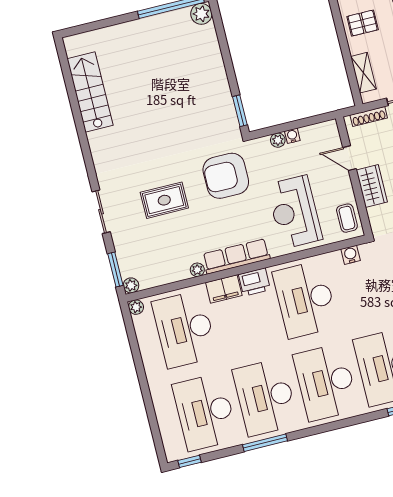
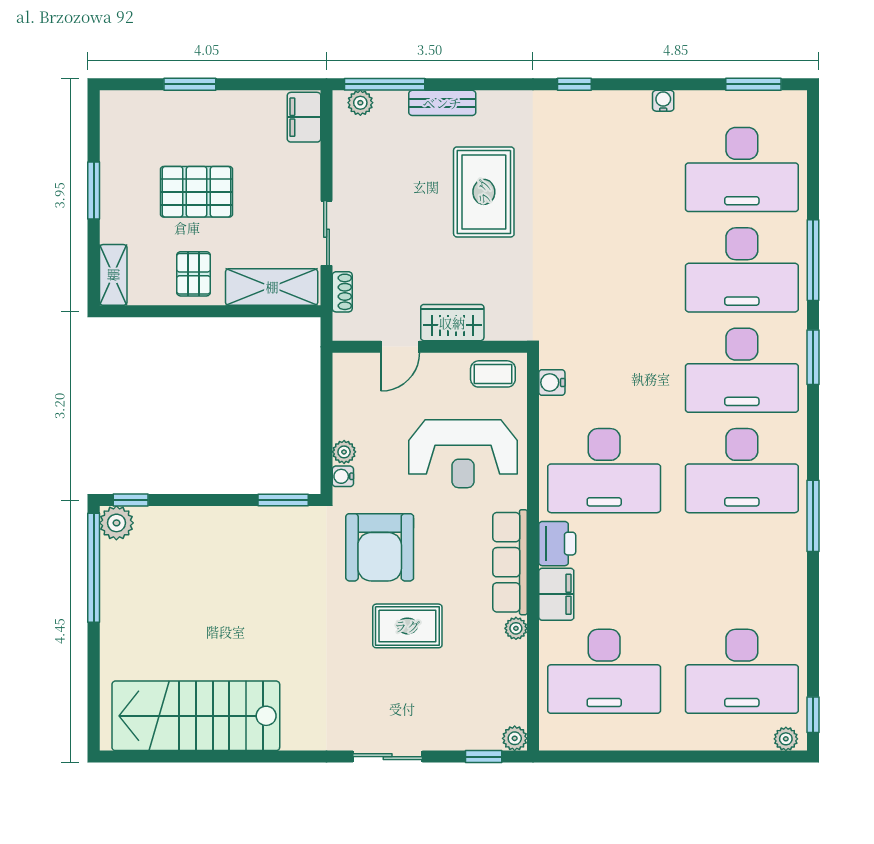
window: (217, 19) -> (131, 500), added
shelving: (363, 73) -> (272, 287), width x1.50, depth x1.33
stairs: (90, 92) -> (196, 716), width x1.36, depth x1.51
shoe rack: (369, 117) -> (342, 292), width x0.70
water cooler: (292, 136) -> (343, 476), moved
rug: (164, 200) -> (407, 626), moved, turned 90
window: (115, 269) -> (484, 757), width x0.67
plant: (136, 307) -> (786, 739), moved
desk: (265, 397) -> (742, 571), removed
window: (265, 443) -> (813, 516), moved

